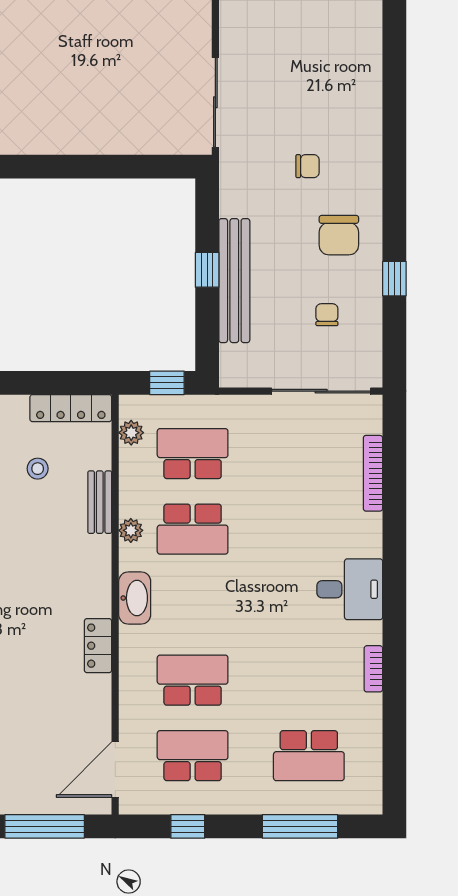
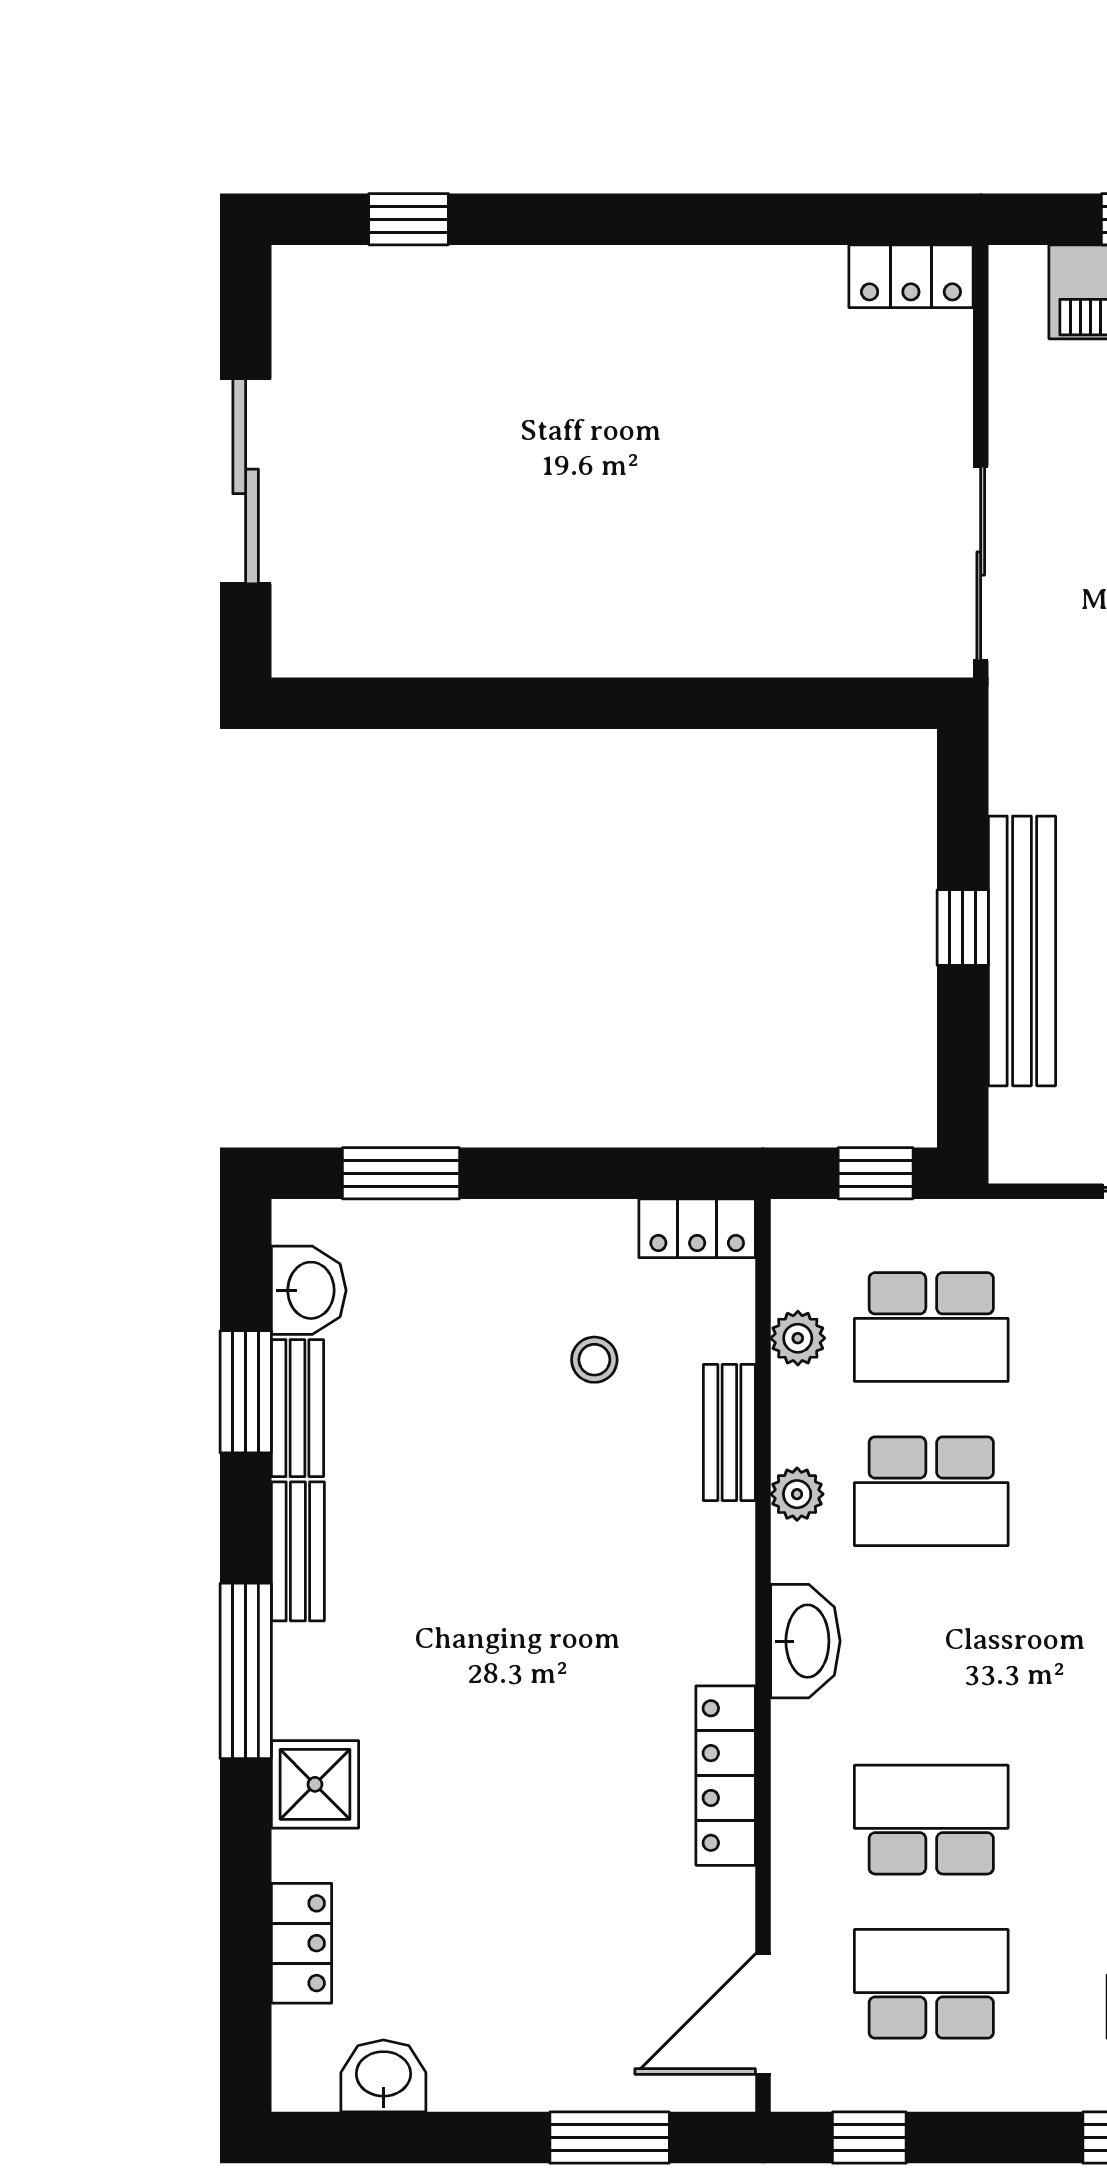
locker: (71, 408) -> (697, 1228), width x0.66
plant: (131, 433) -> (798, 1338), moved
school desk: (193, 454) -> (931, 1327), turned 180
locker: (98, 646) -> (726, 1776), width x1.53
window: (45, 826) -> (610, 2138), width x0.69
window: (188, 826) -> (869, 2138), moved

